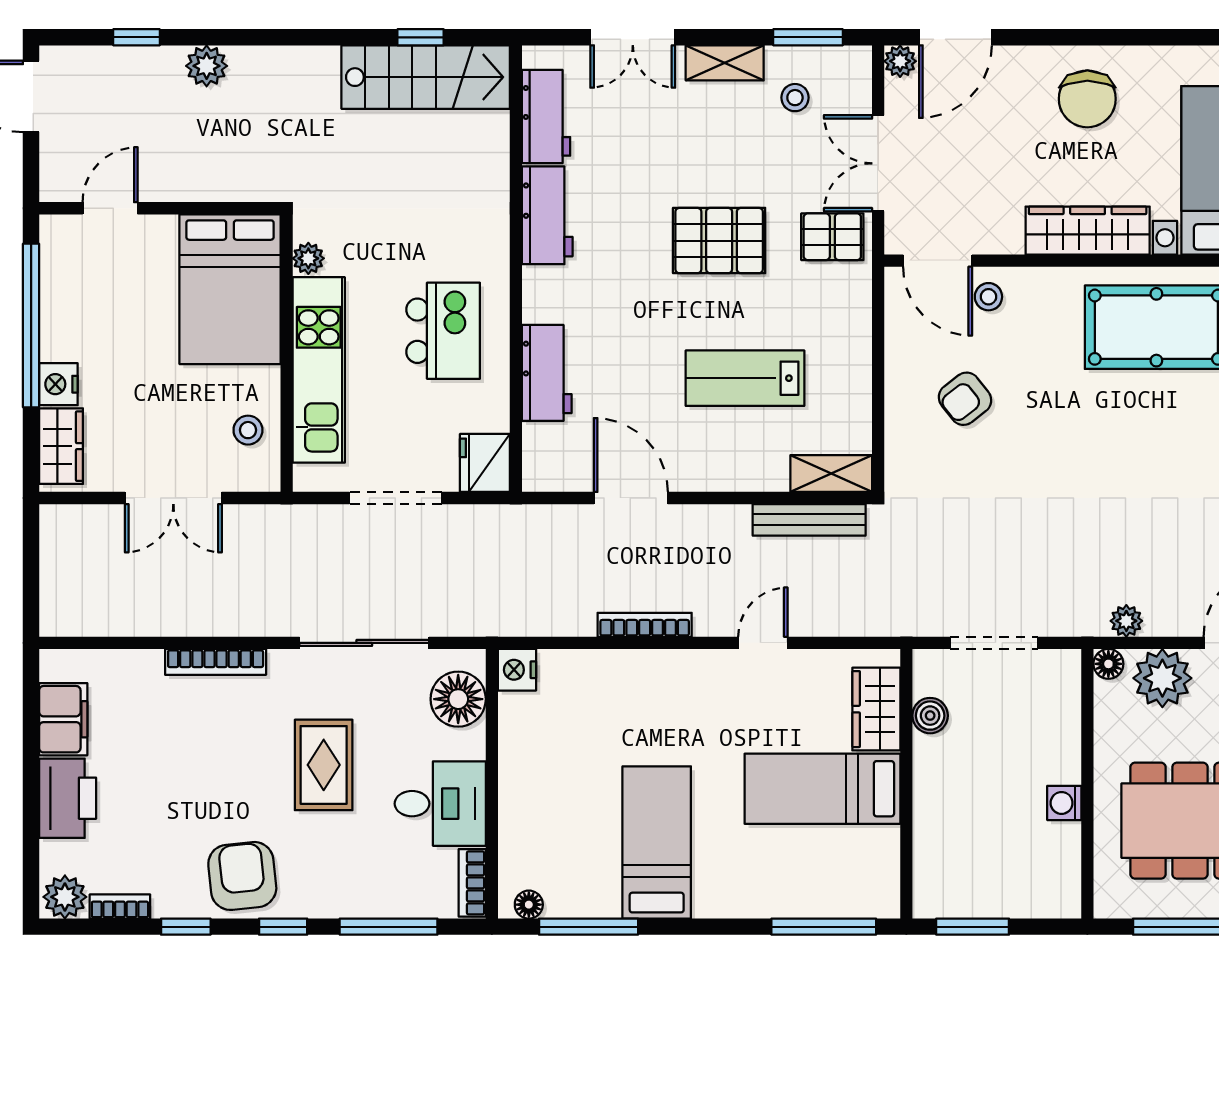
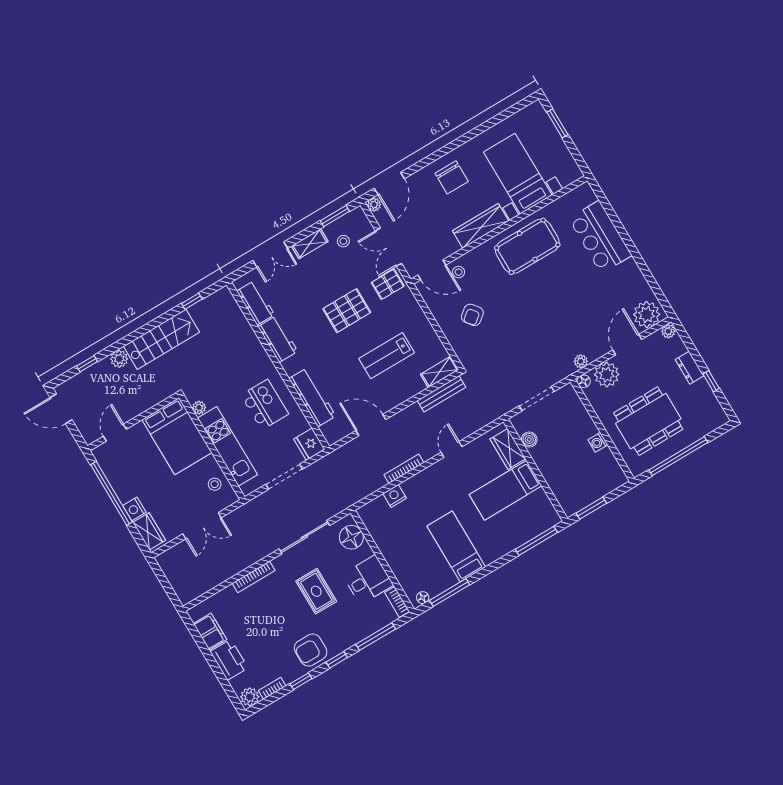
stairs: (426, 77) -> (161, 339), moved
workbench: (547, 373) -> (312, 397), width x1.38
nightstand: (517, 670) -> (395, 496), moved, turned 90
armchair: (242, 876) -> (311, 650), turned -84

